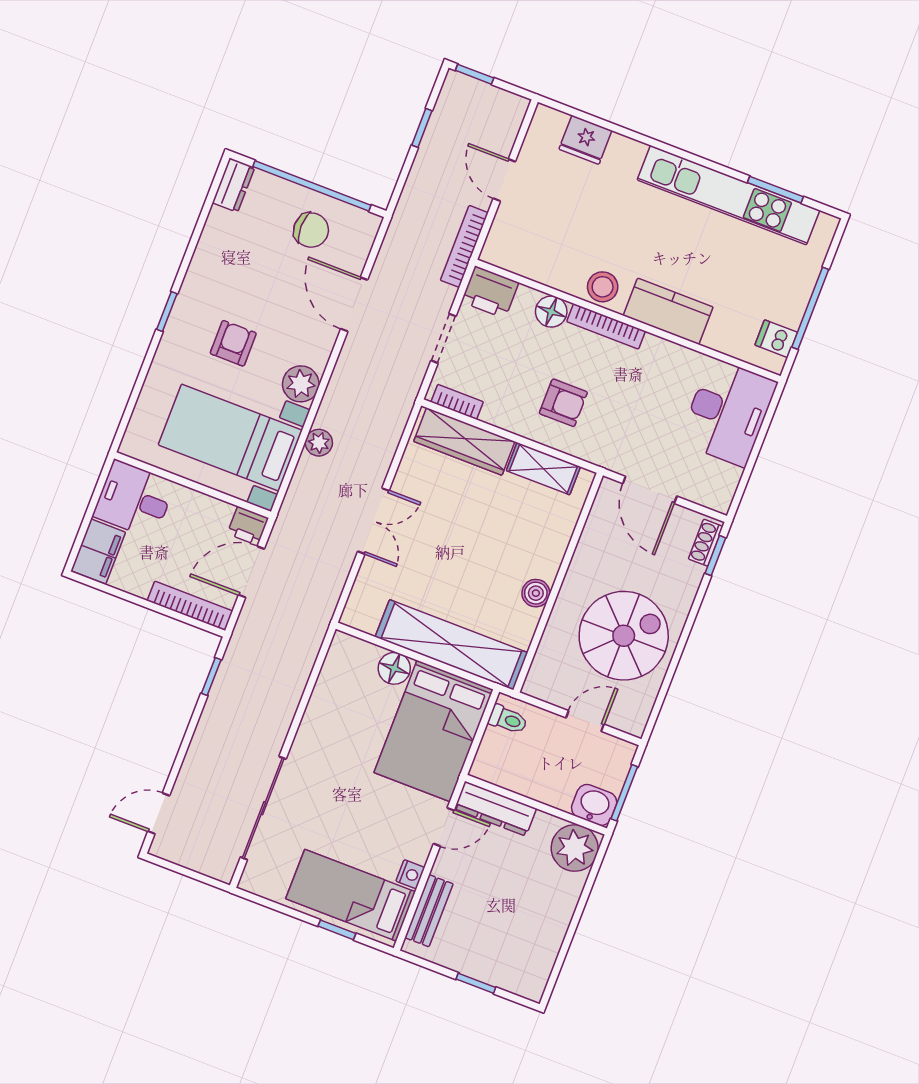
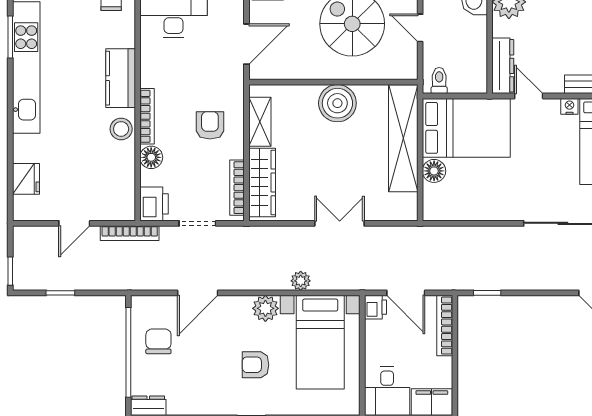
bookcase: (457, 402) -> (237, 188), width x1.56
boiler: (536, 593) -> (337, 103), width x1.86, depth x1.86

